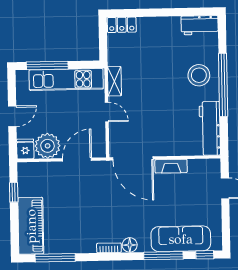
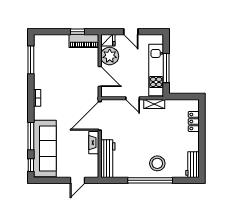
locker: (122, 25) -> (194, 121), moved
window: (47, 66) -> (166, 68), moved
door: (107, 112) -> (133, 98), hinge flipped
workbench: (210, 128) -> (108, 159), moved, turned 90
piano: (31, 226) -> (84, 41), moved, width x0.73, depth x0.75
sofa: (181, 239) -> (45, 148), width x1.36, depth x1.27
floor lamp: (130, 245) -> (39, 112), removed

